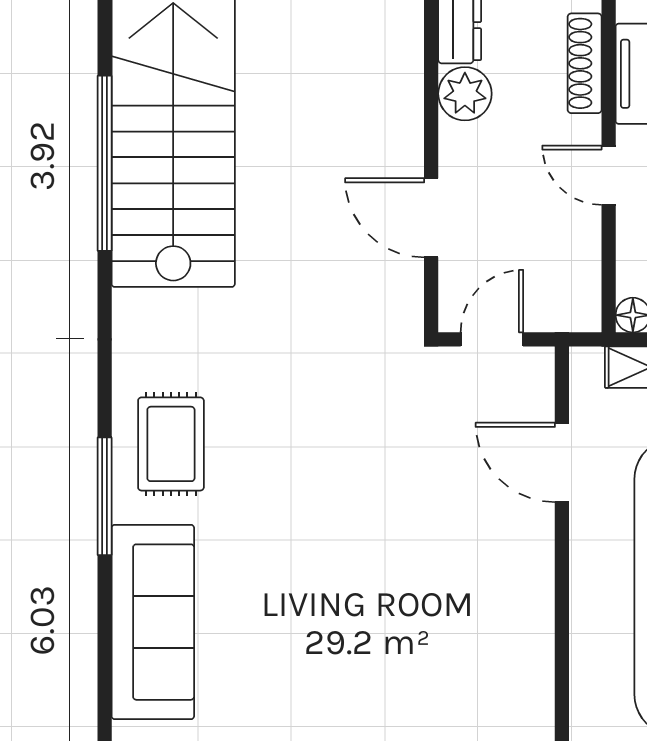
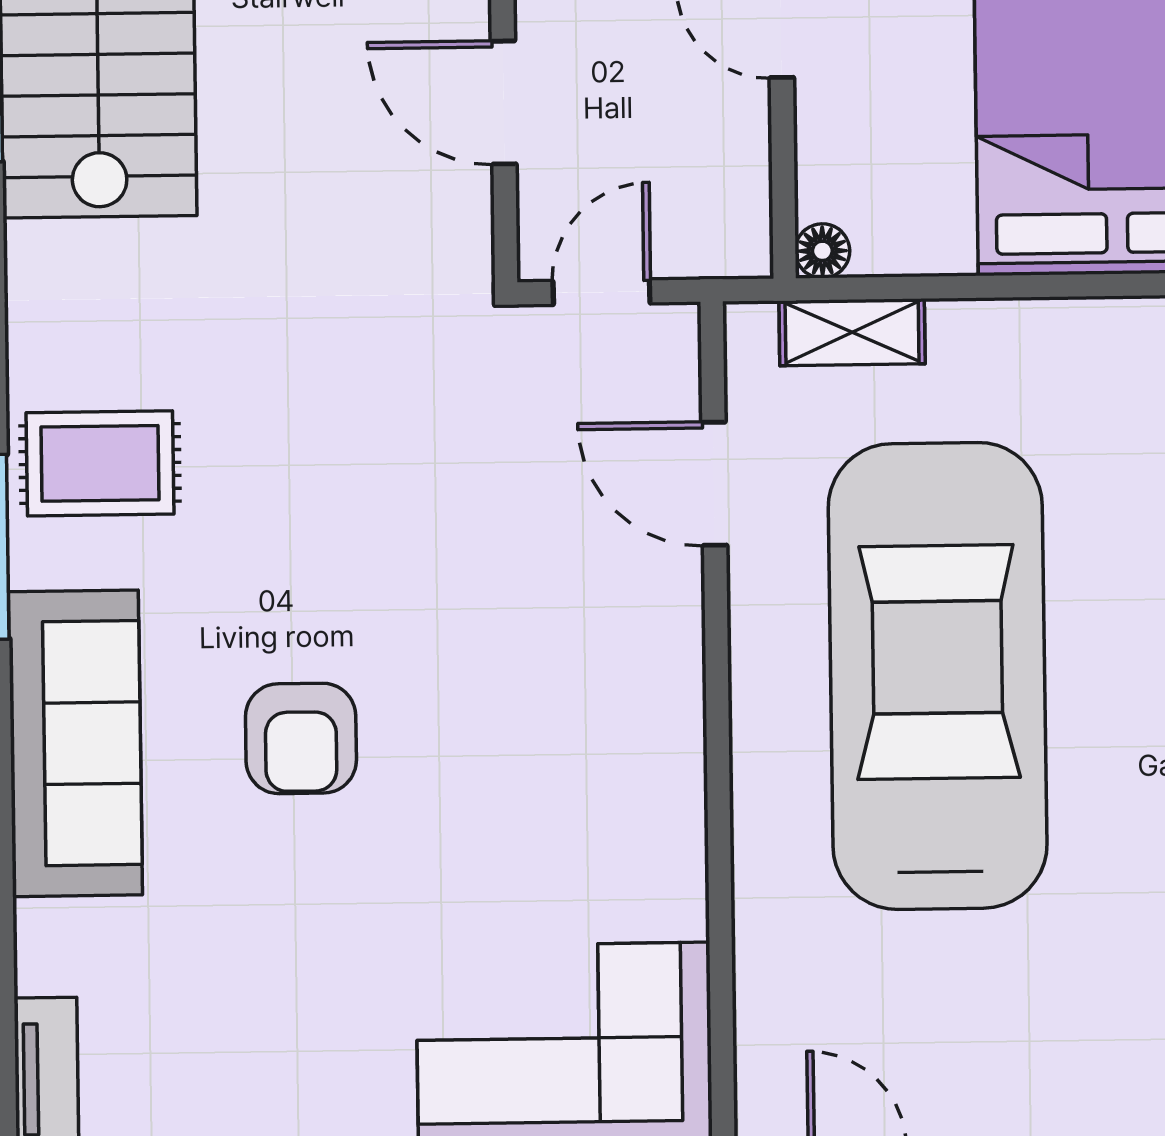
rug: (171, 444) -> (100, 463), turned 90
armchair: (296, 621) -> (301, 738), added

